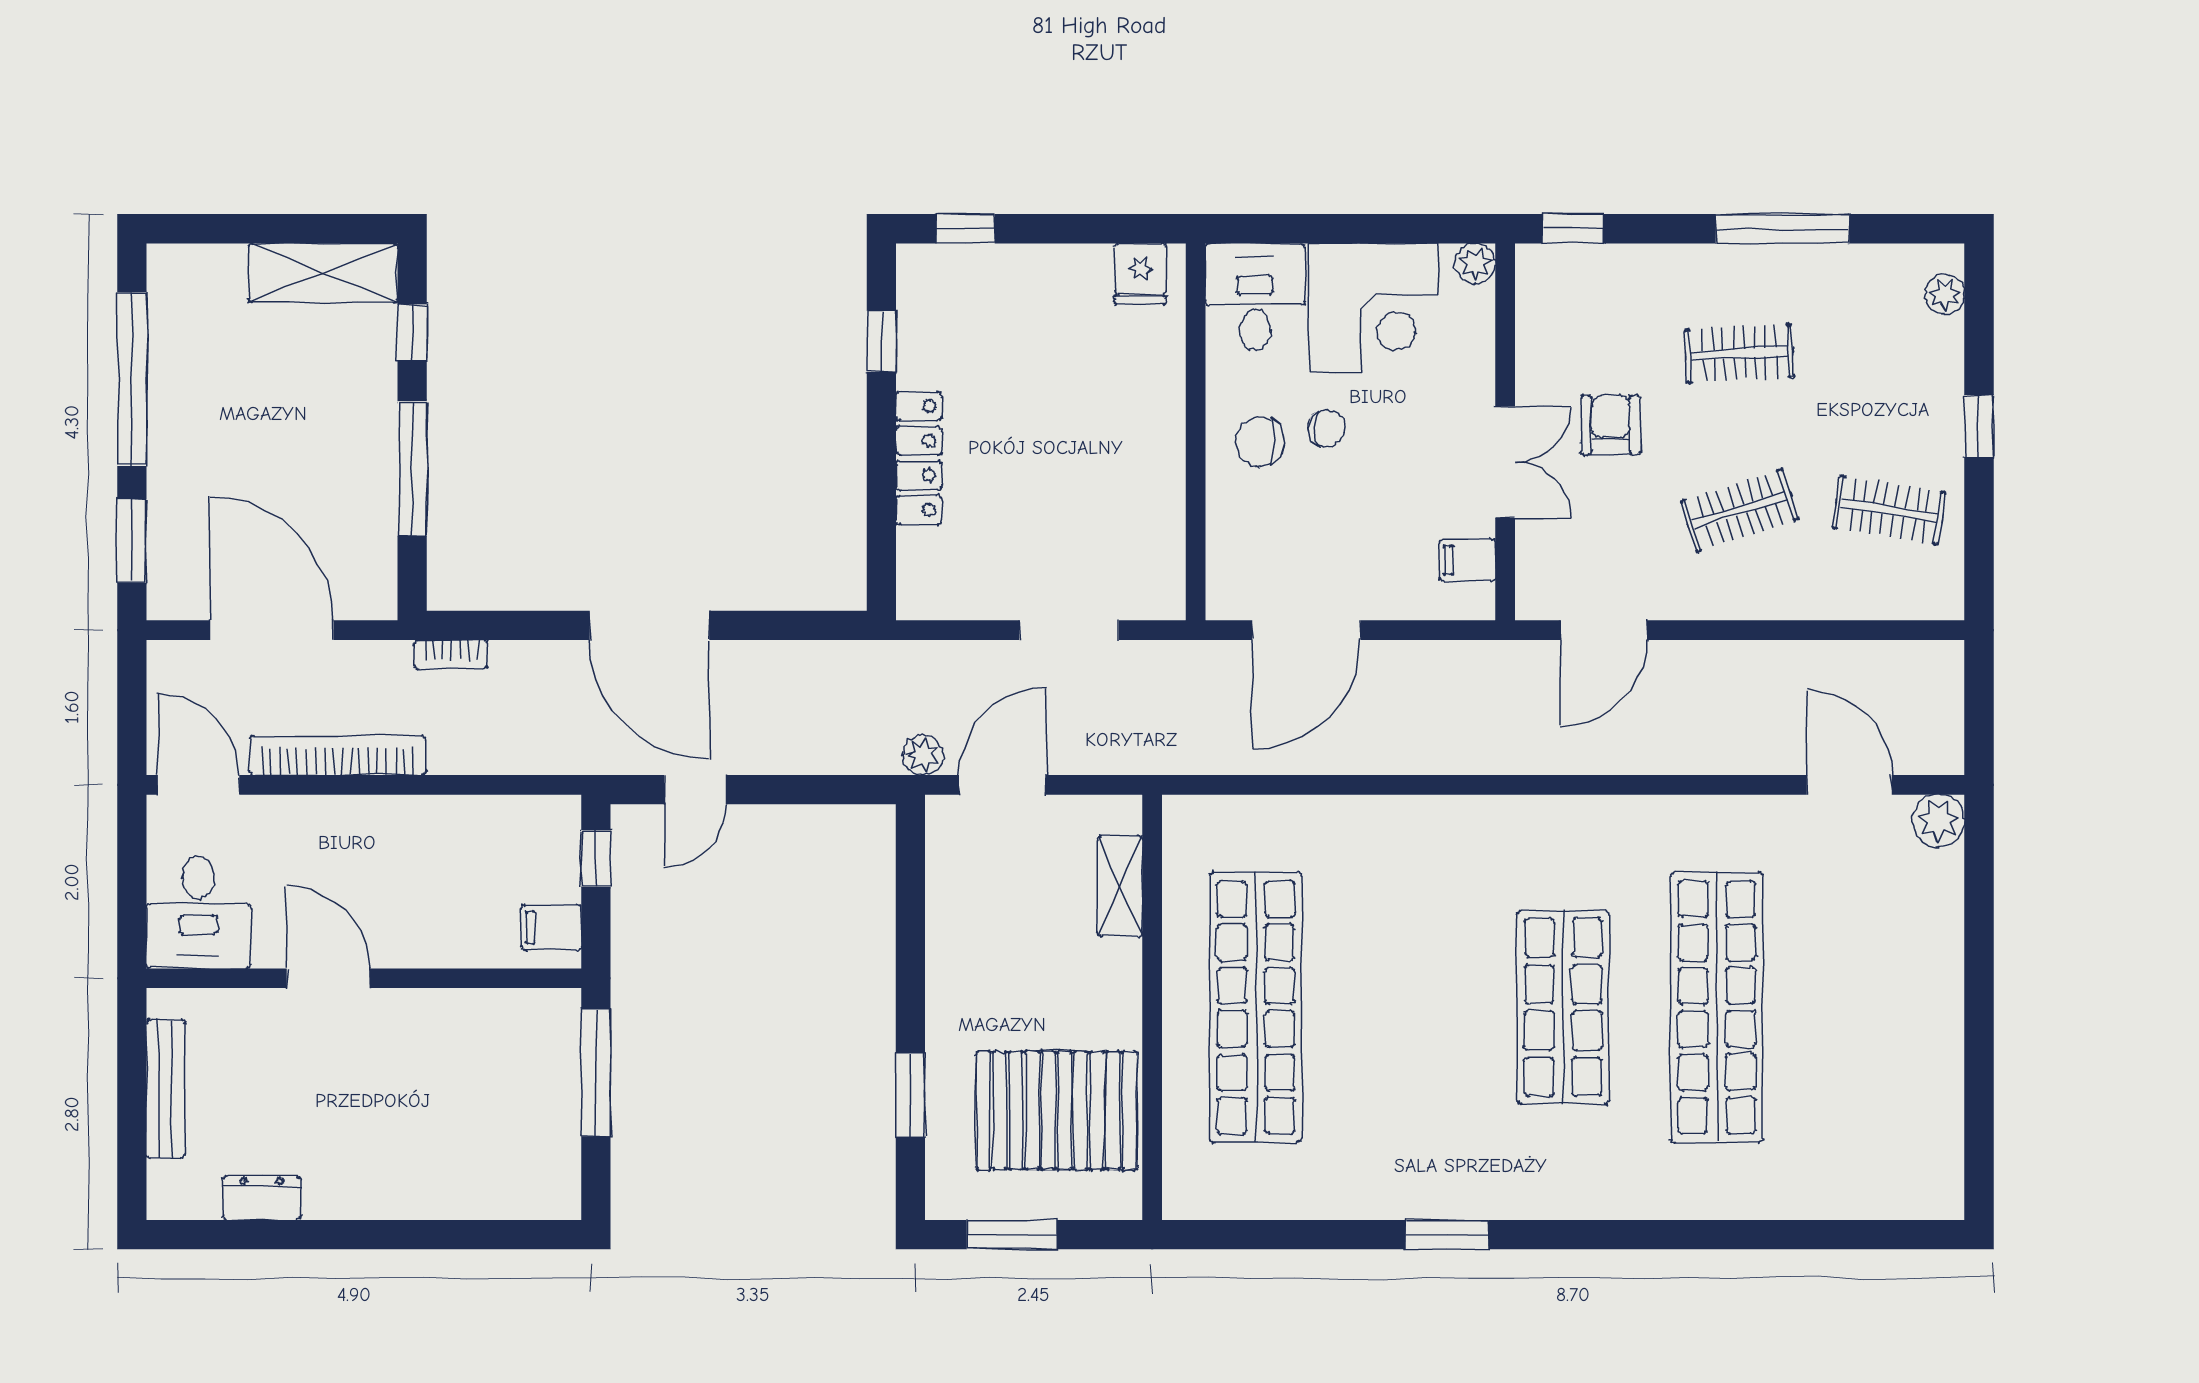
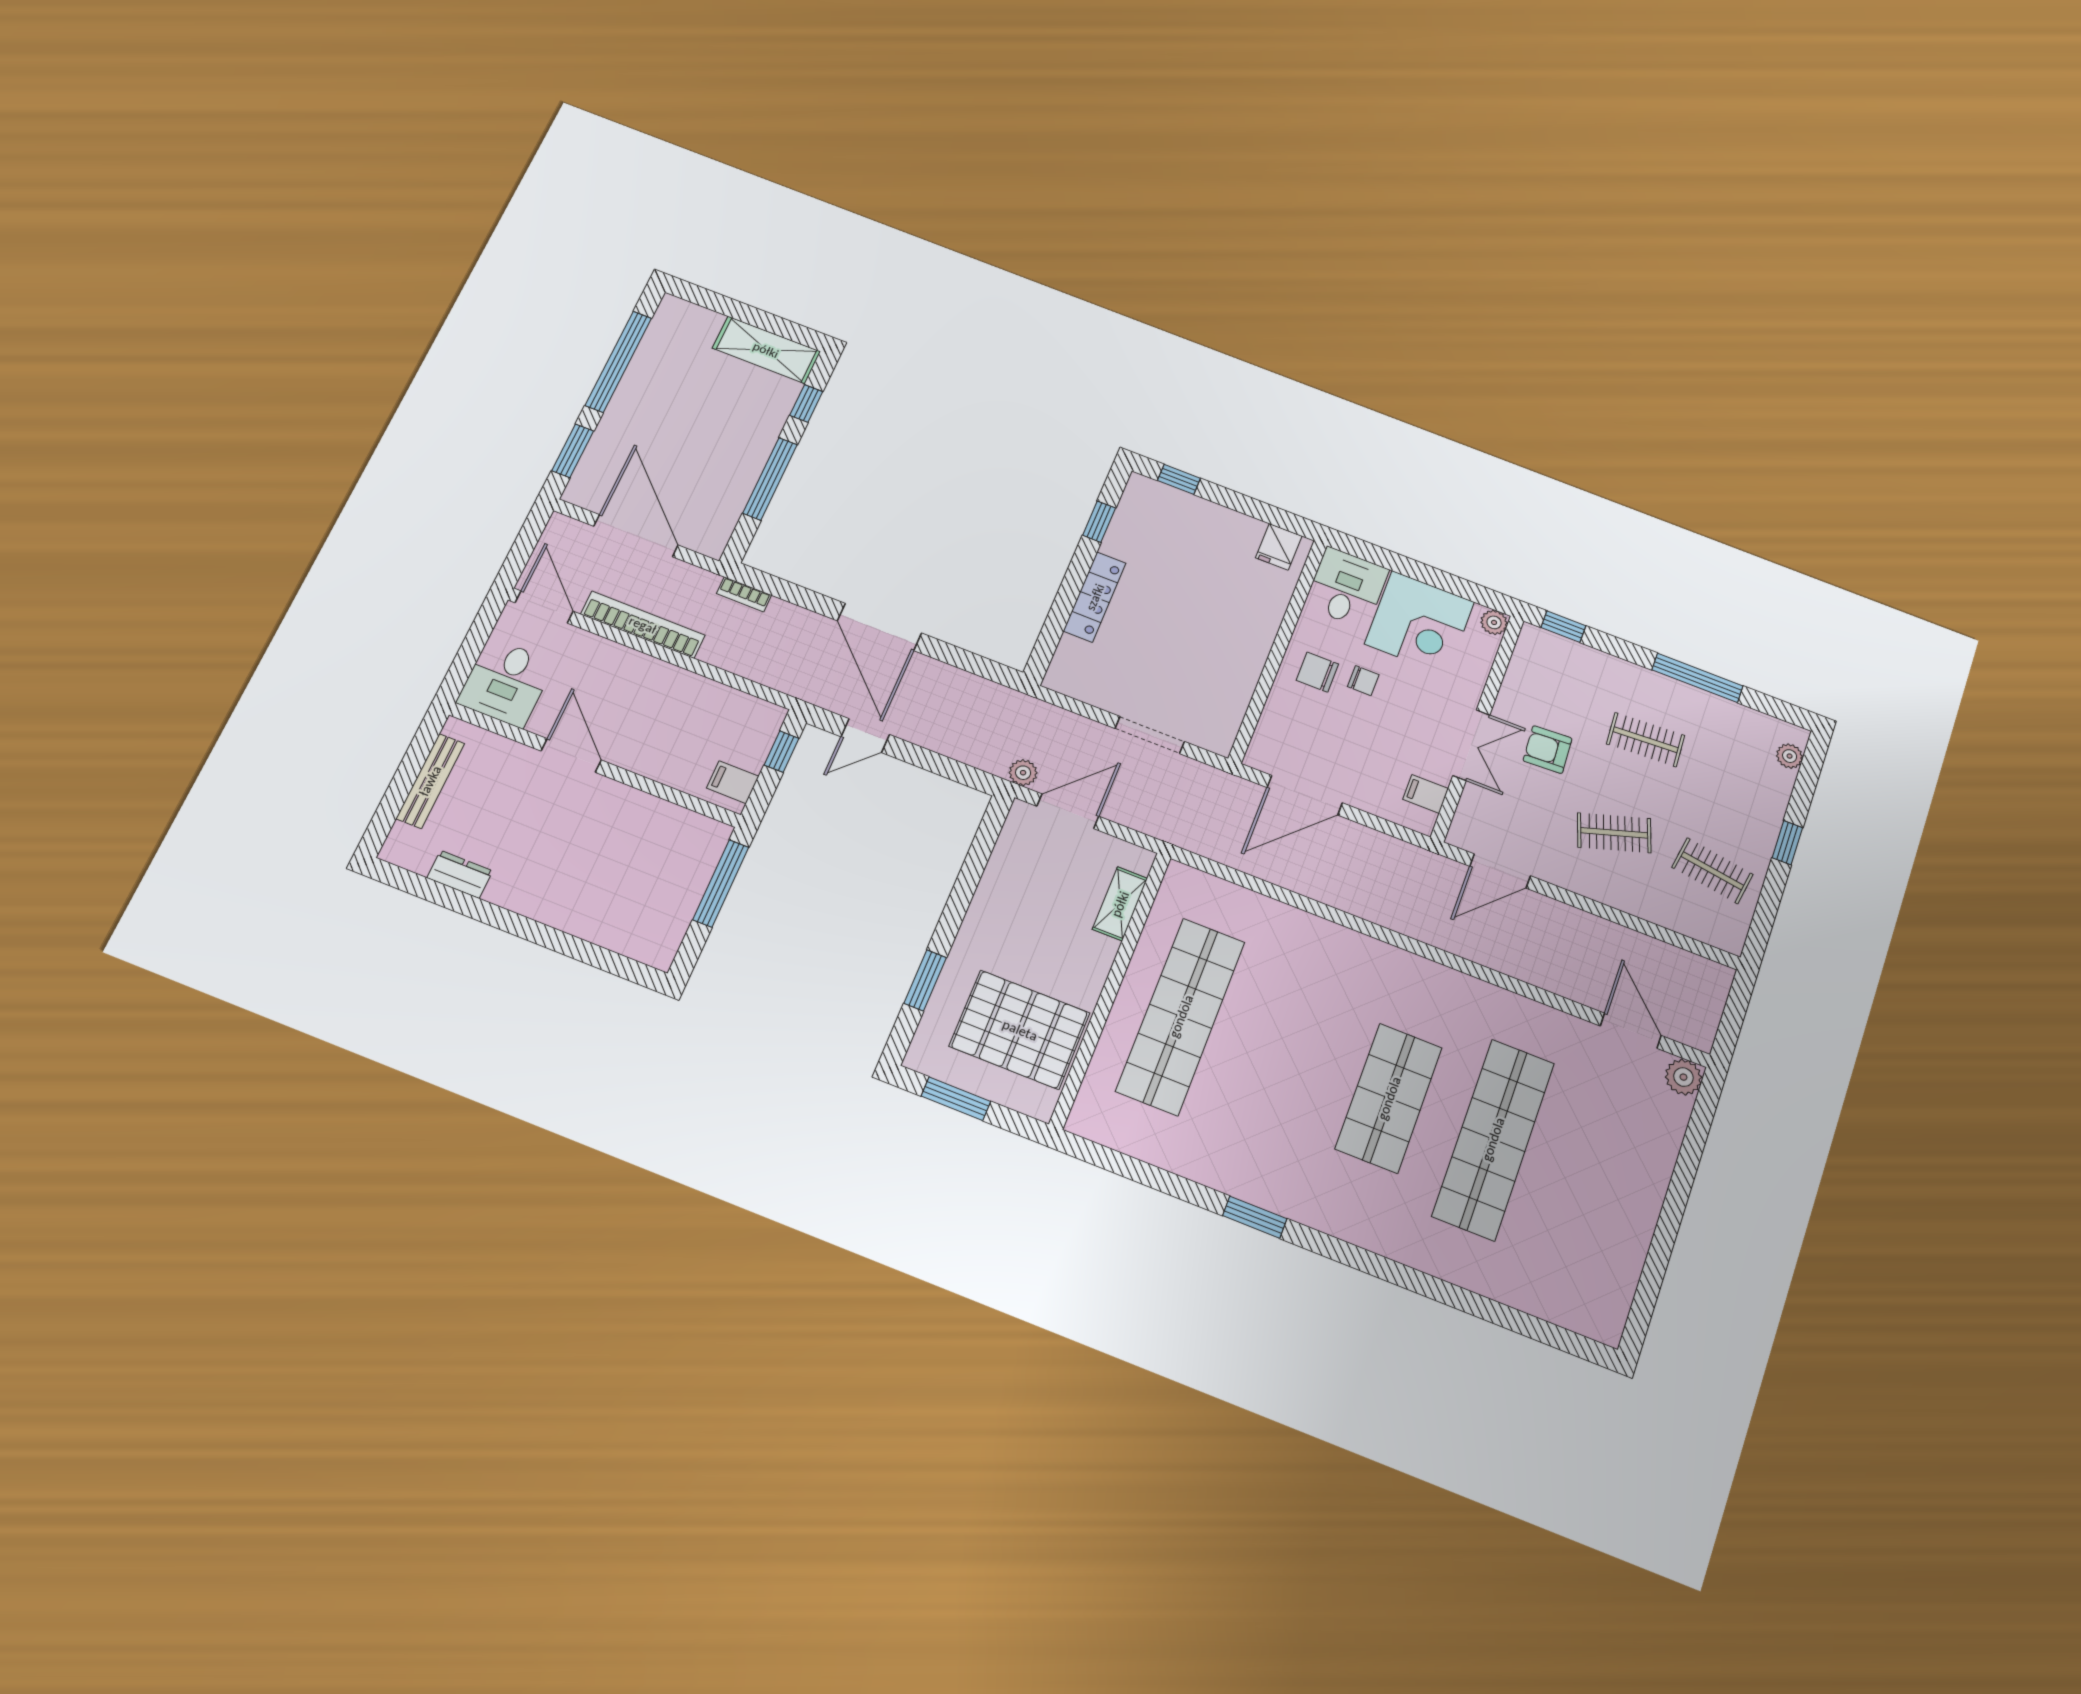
armchair: (1611, 425) -> (1548, 750), turned -93

